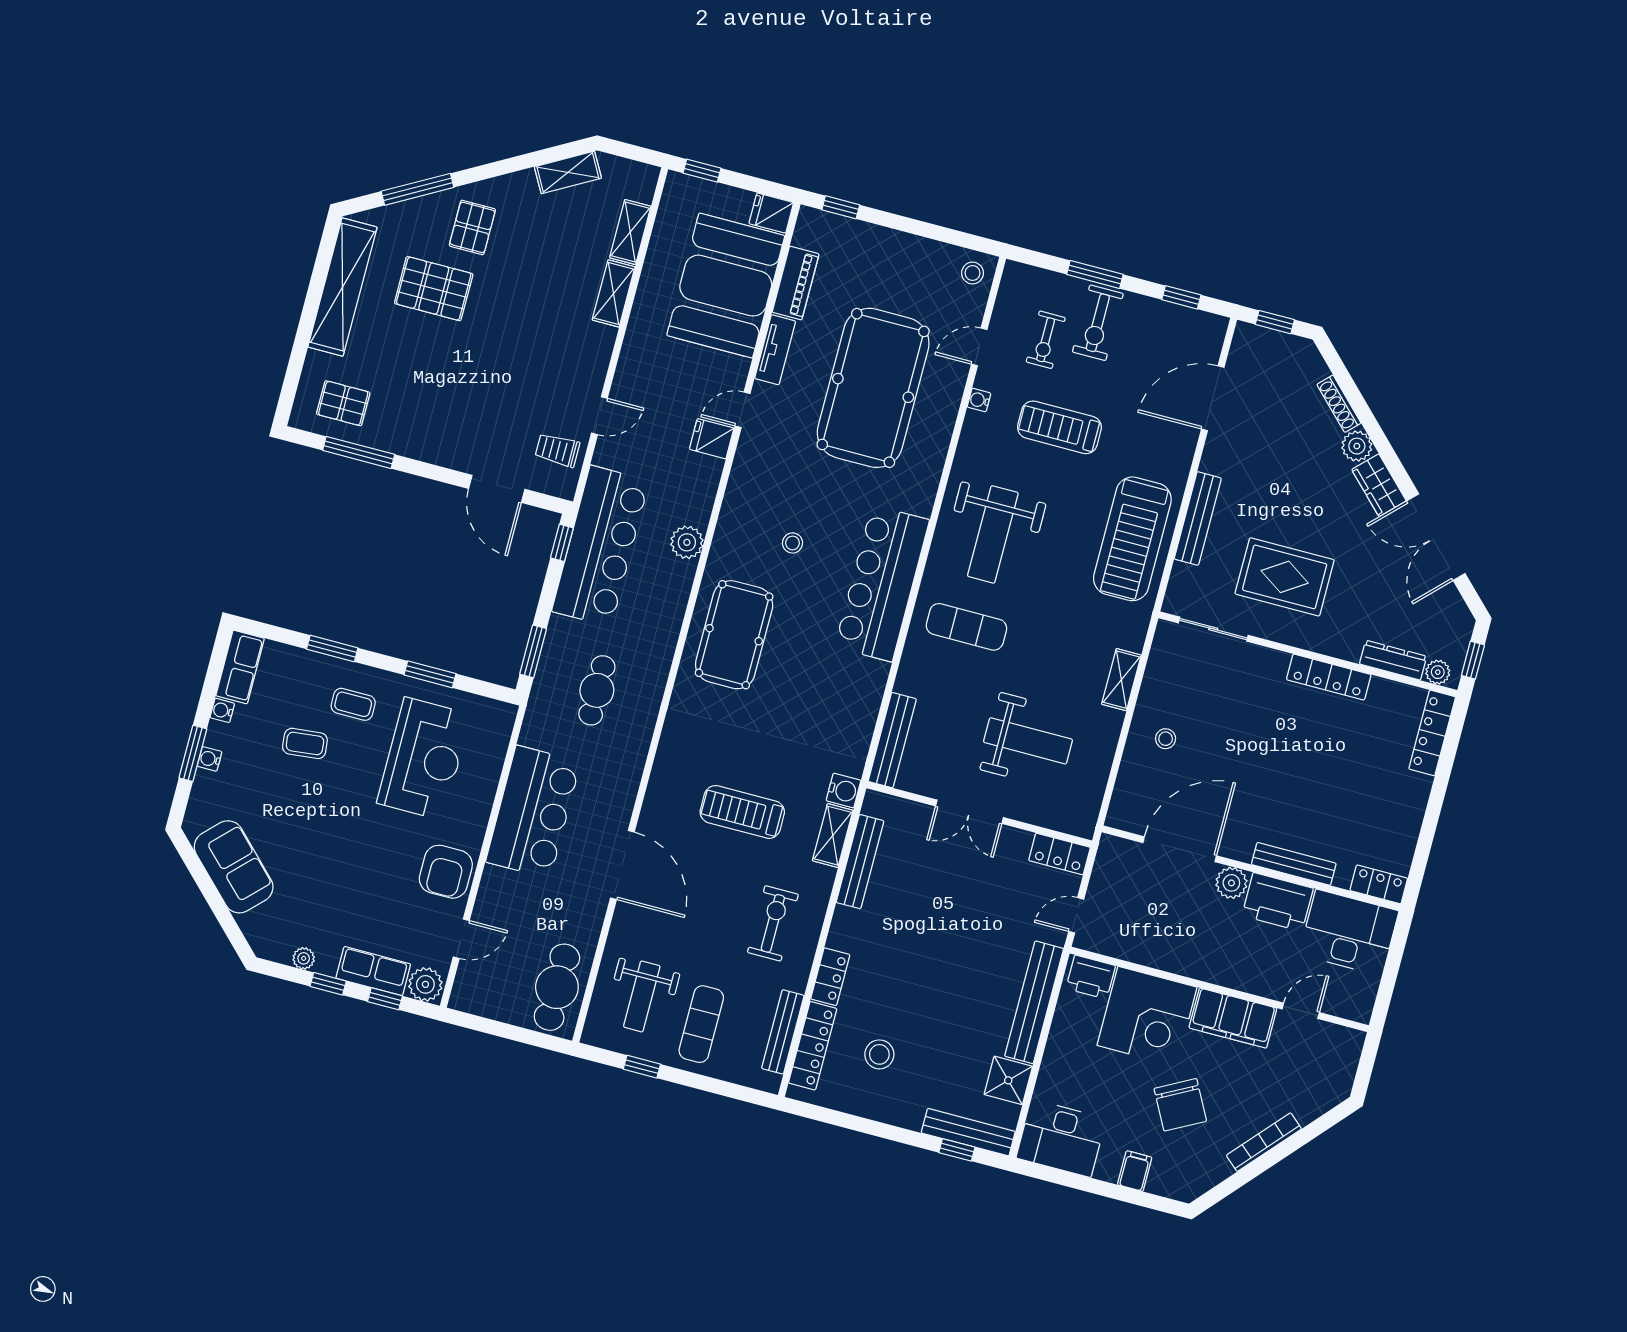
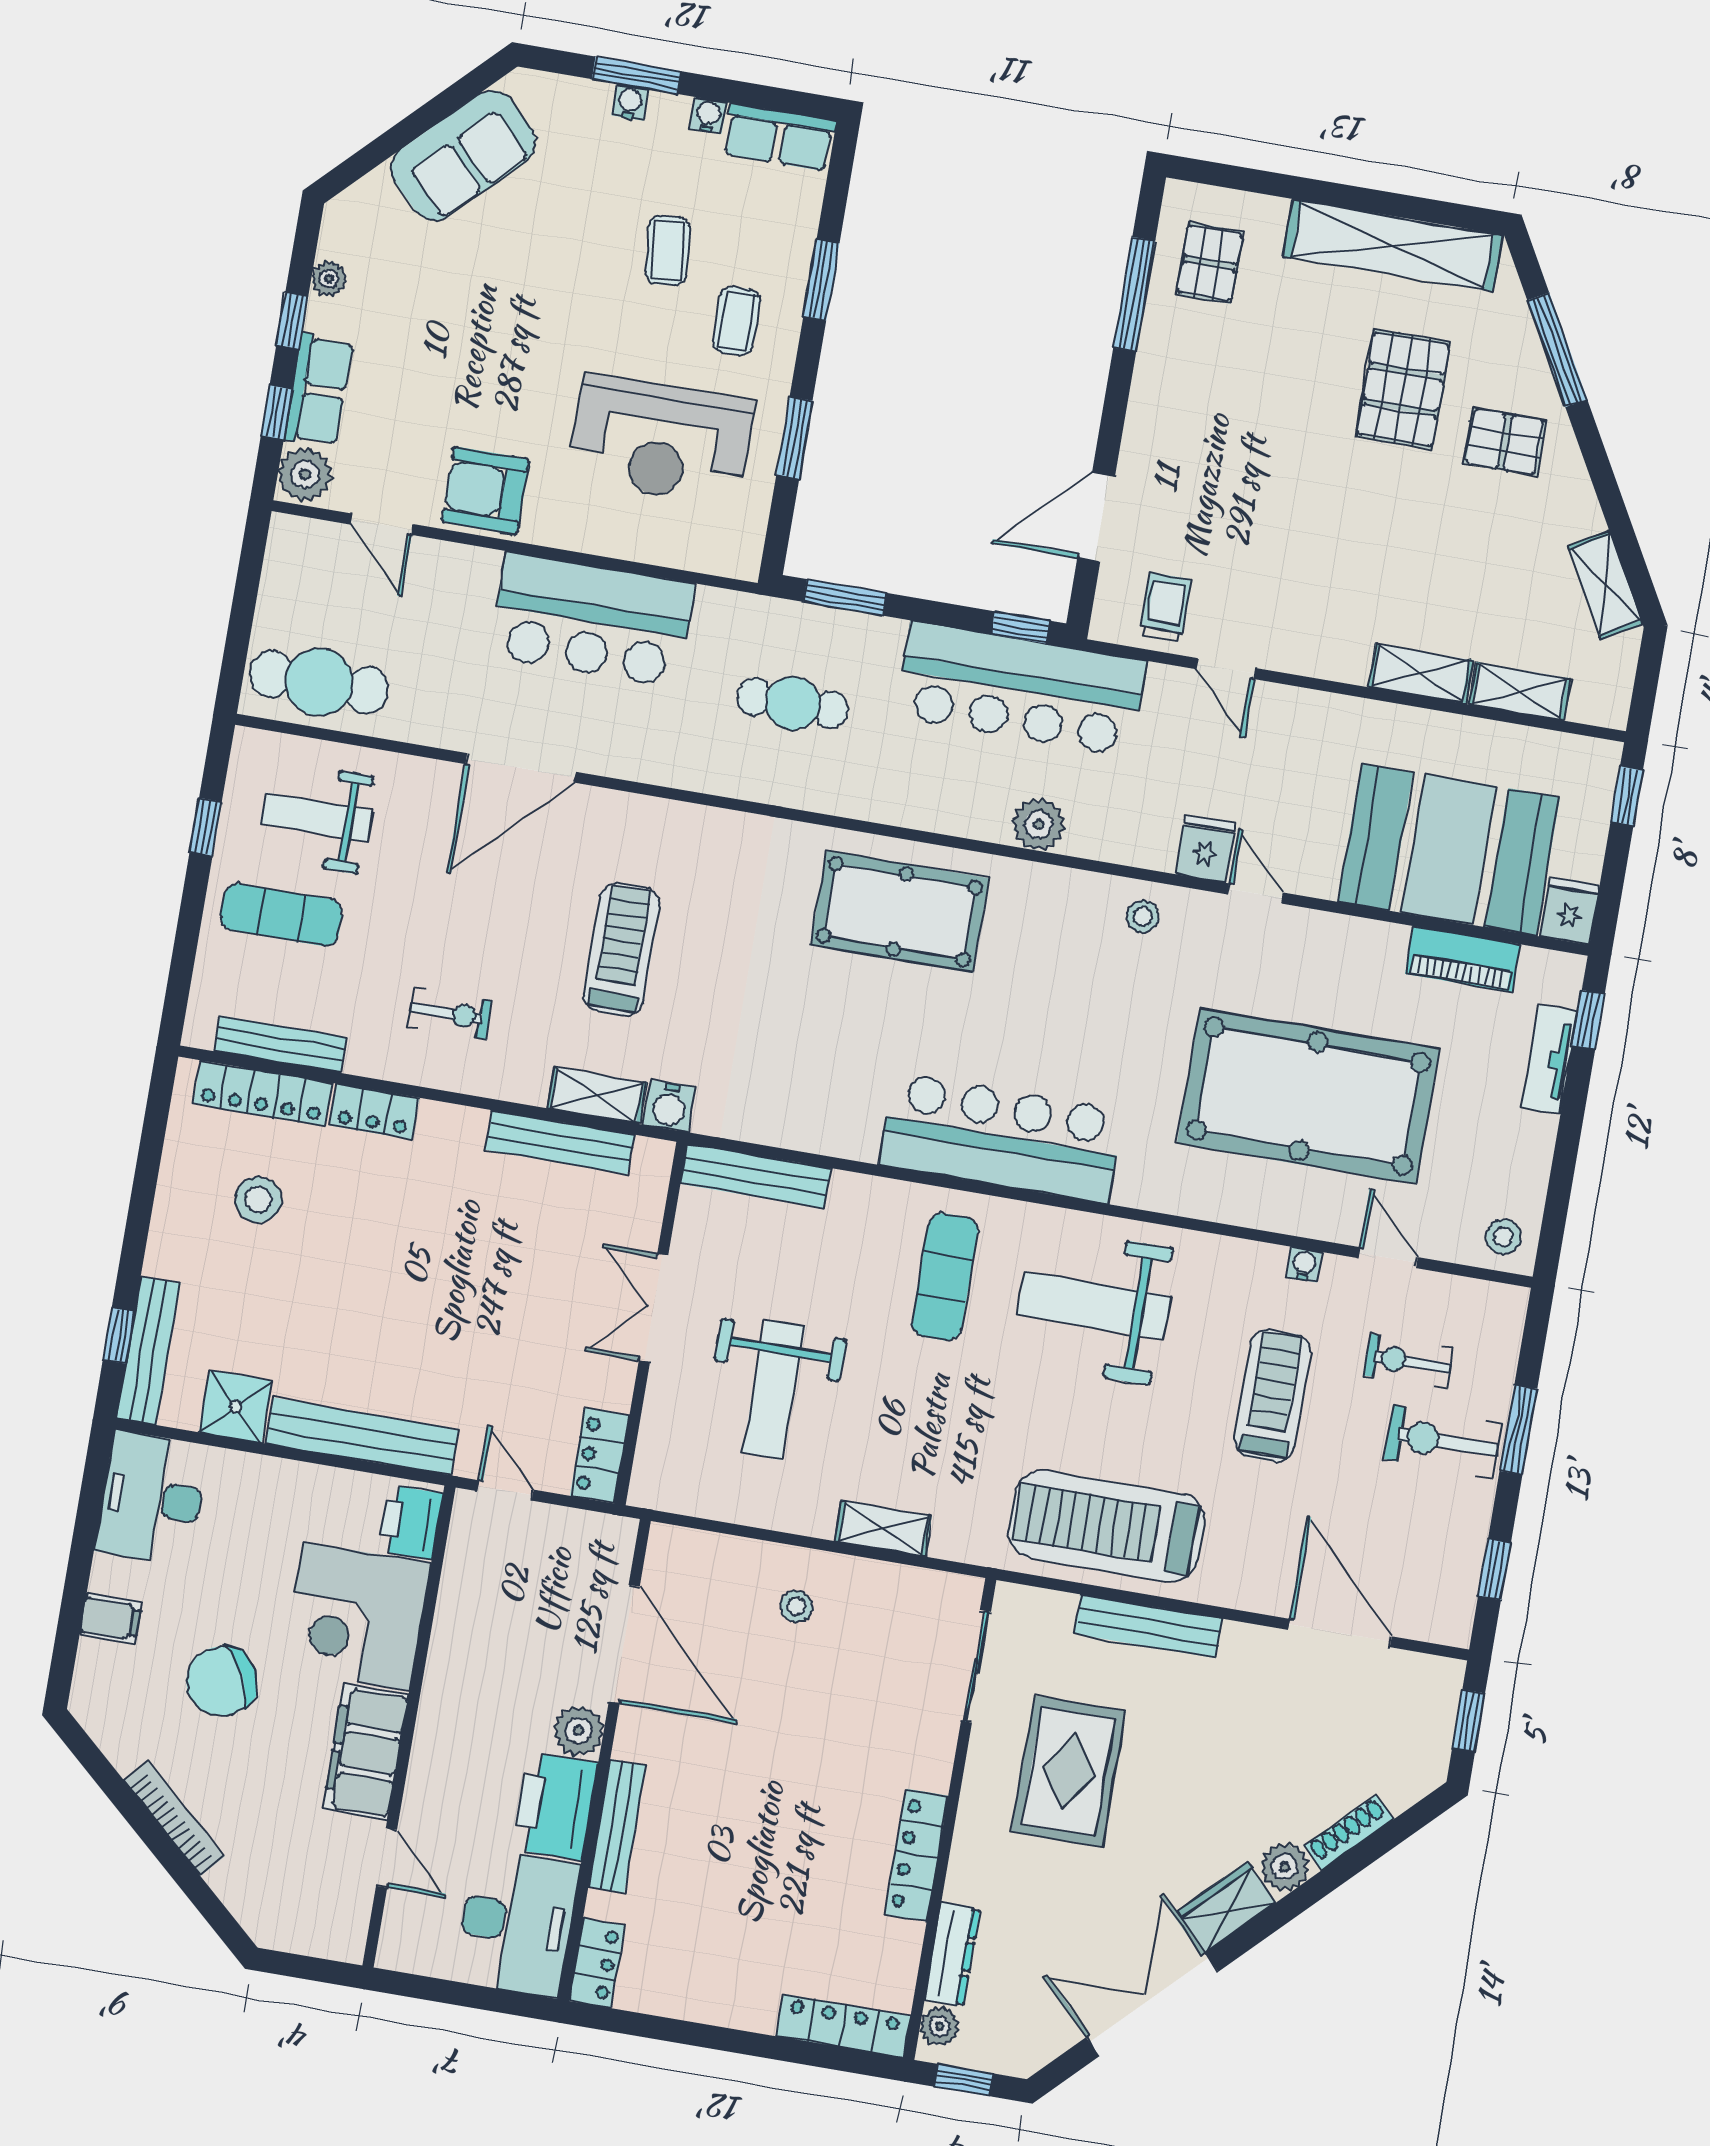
tv unit: (775, 350) -> (1550, 1060), moved, turned 90
stool: (793, 543) -> (1143, 916), moved
exercise bike: (773, 923) -> (450, 1013), width x0.73, depth x0.72

